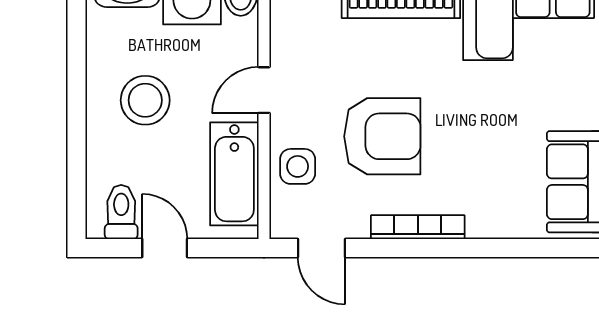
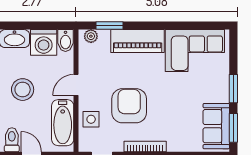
armchair: (382, 136) -> (129, 106), turned -90

